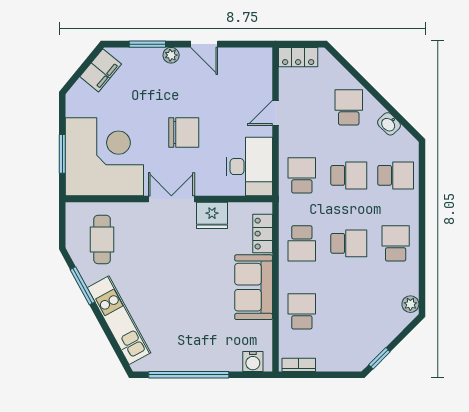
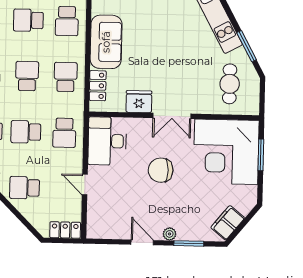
school desk: (349, 107) -> (25, 188), turned 90
door: (276, 113) -> (85, 185), swing flipped
school desk: (349, 243) -> (27, 76), turned 90
school desk: (349, 311) -> (28, 20), added

